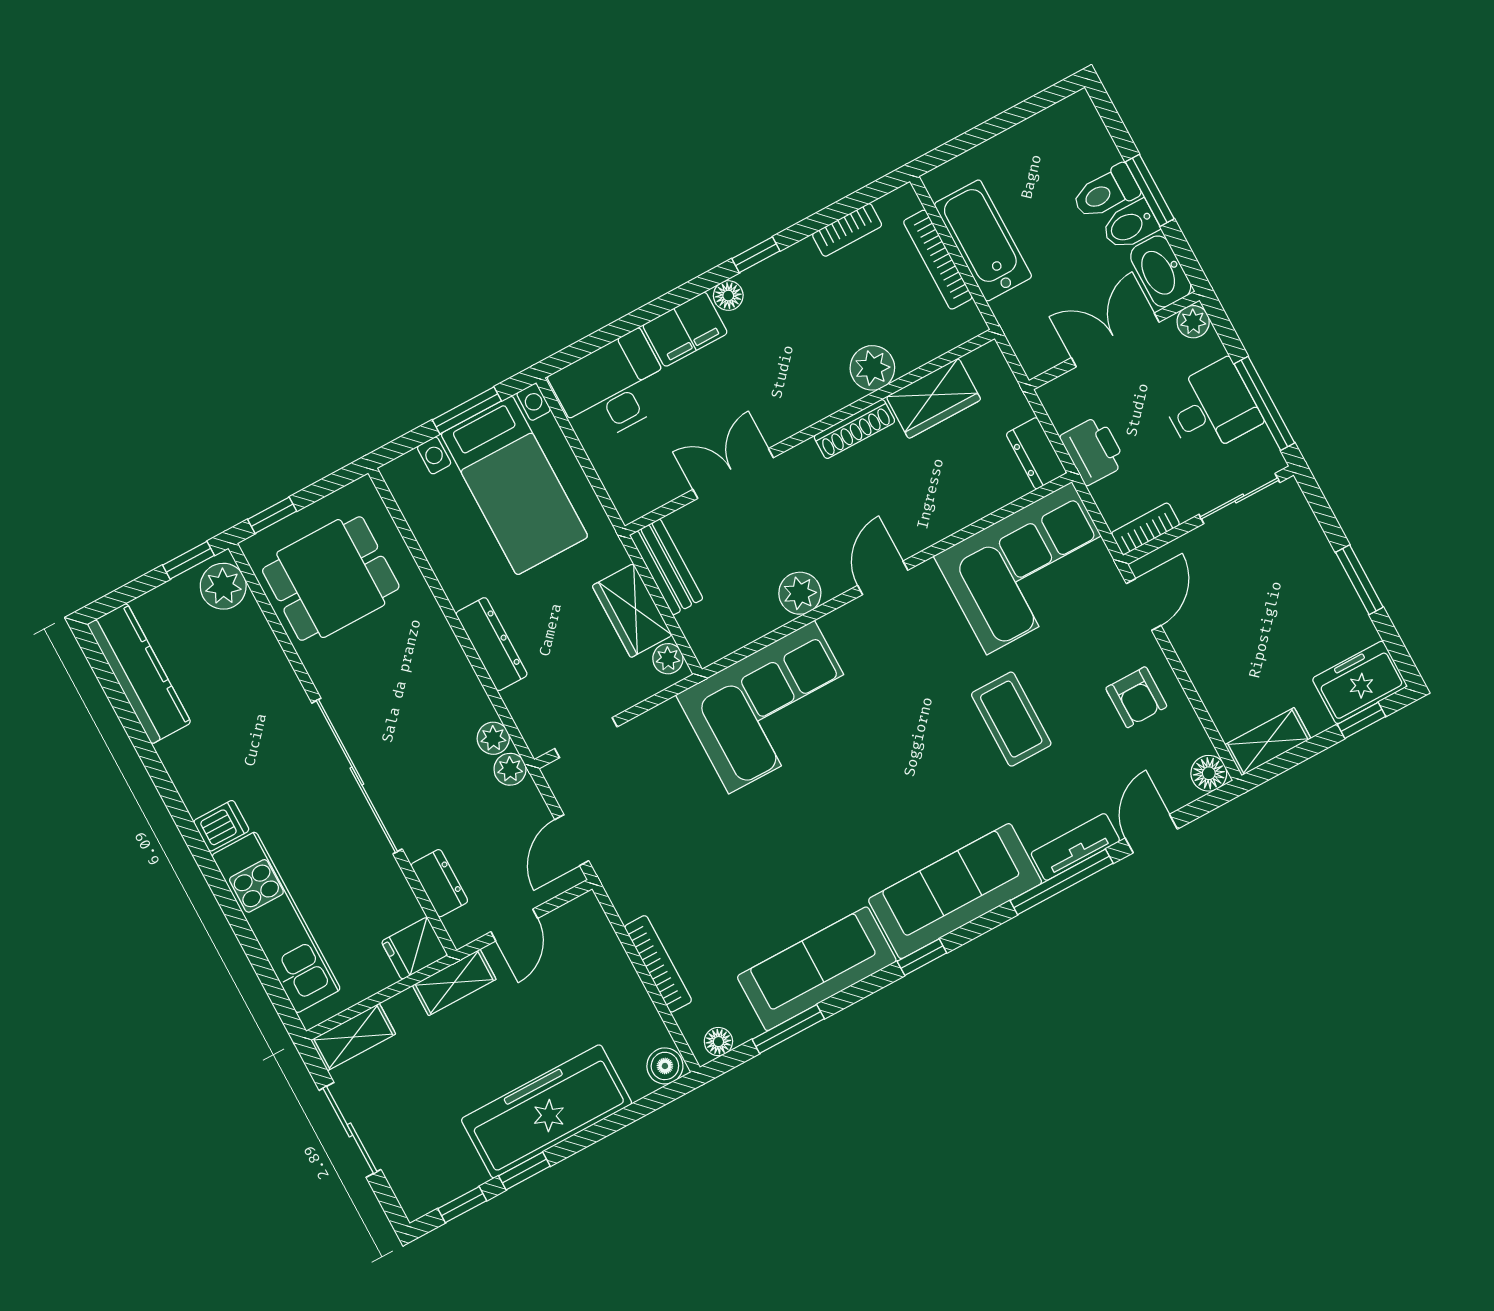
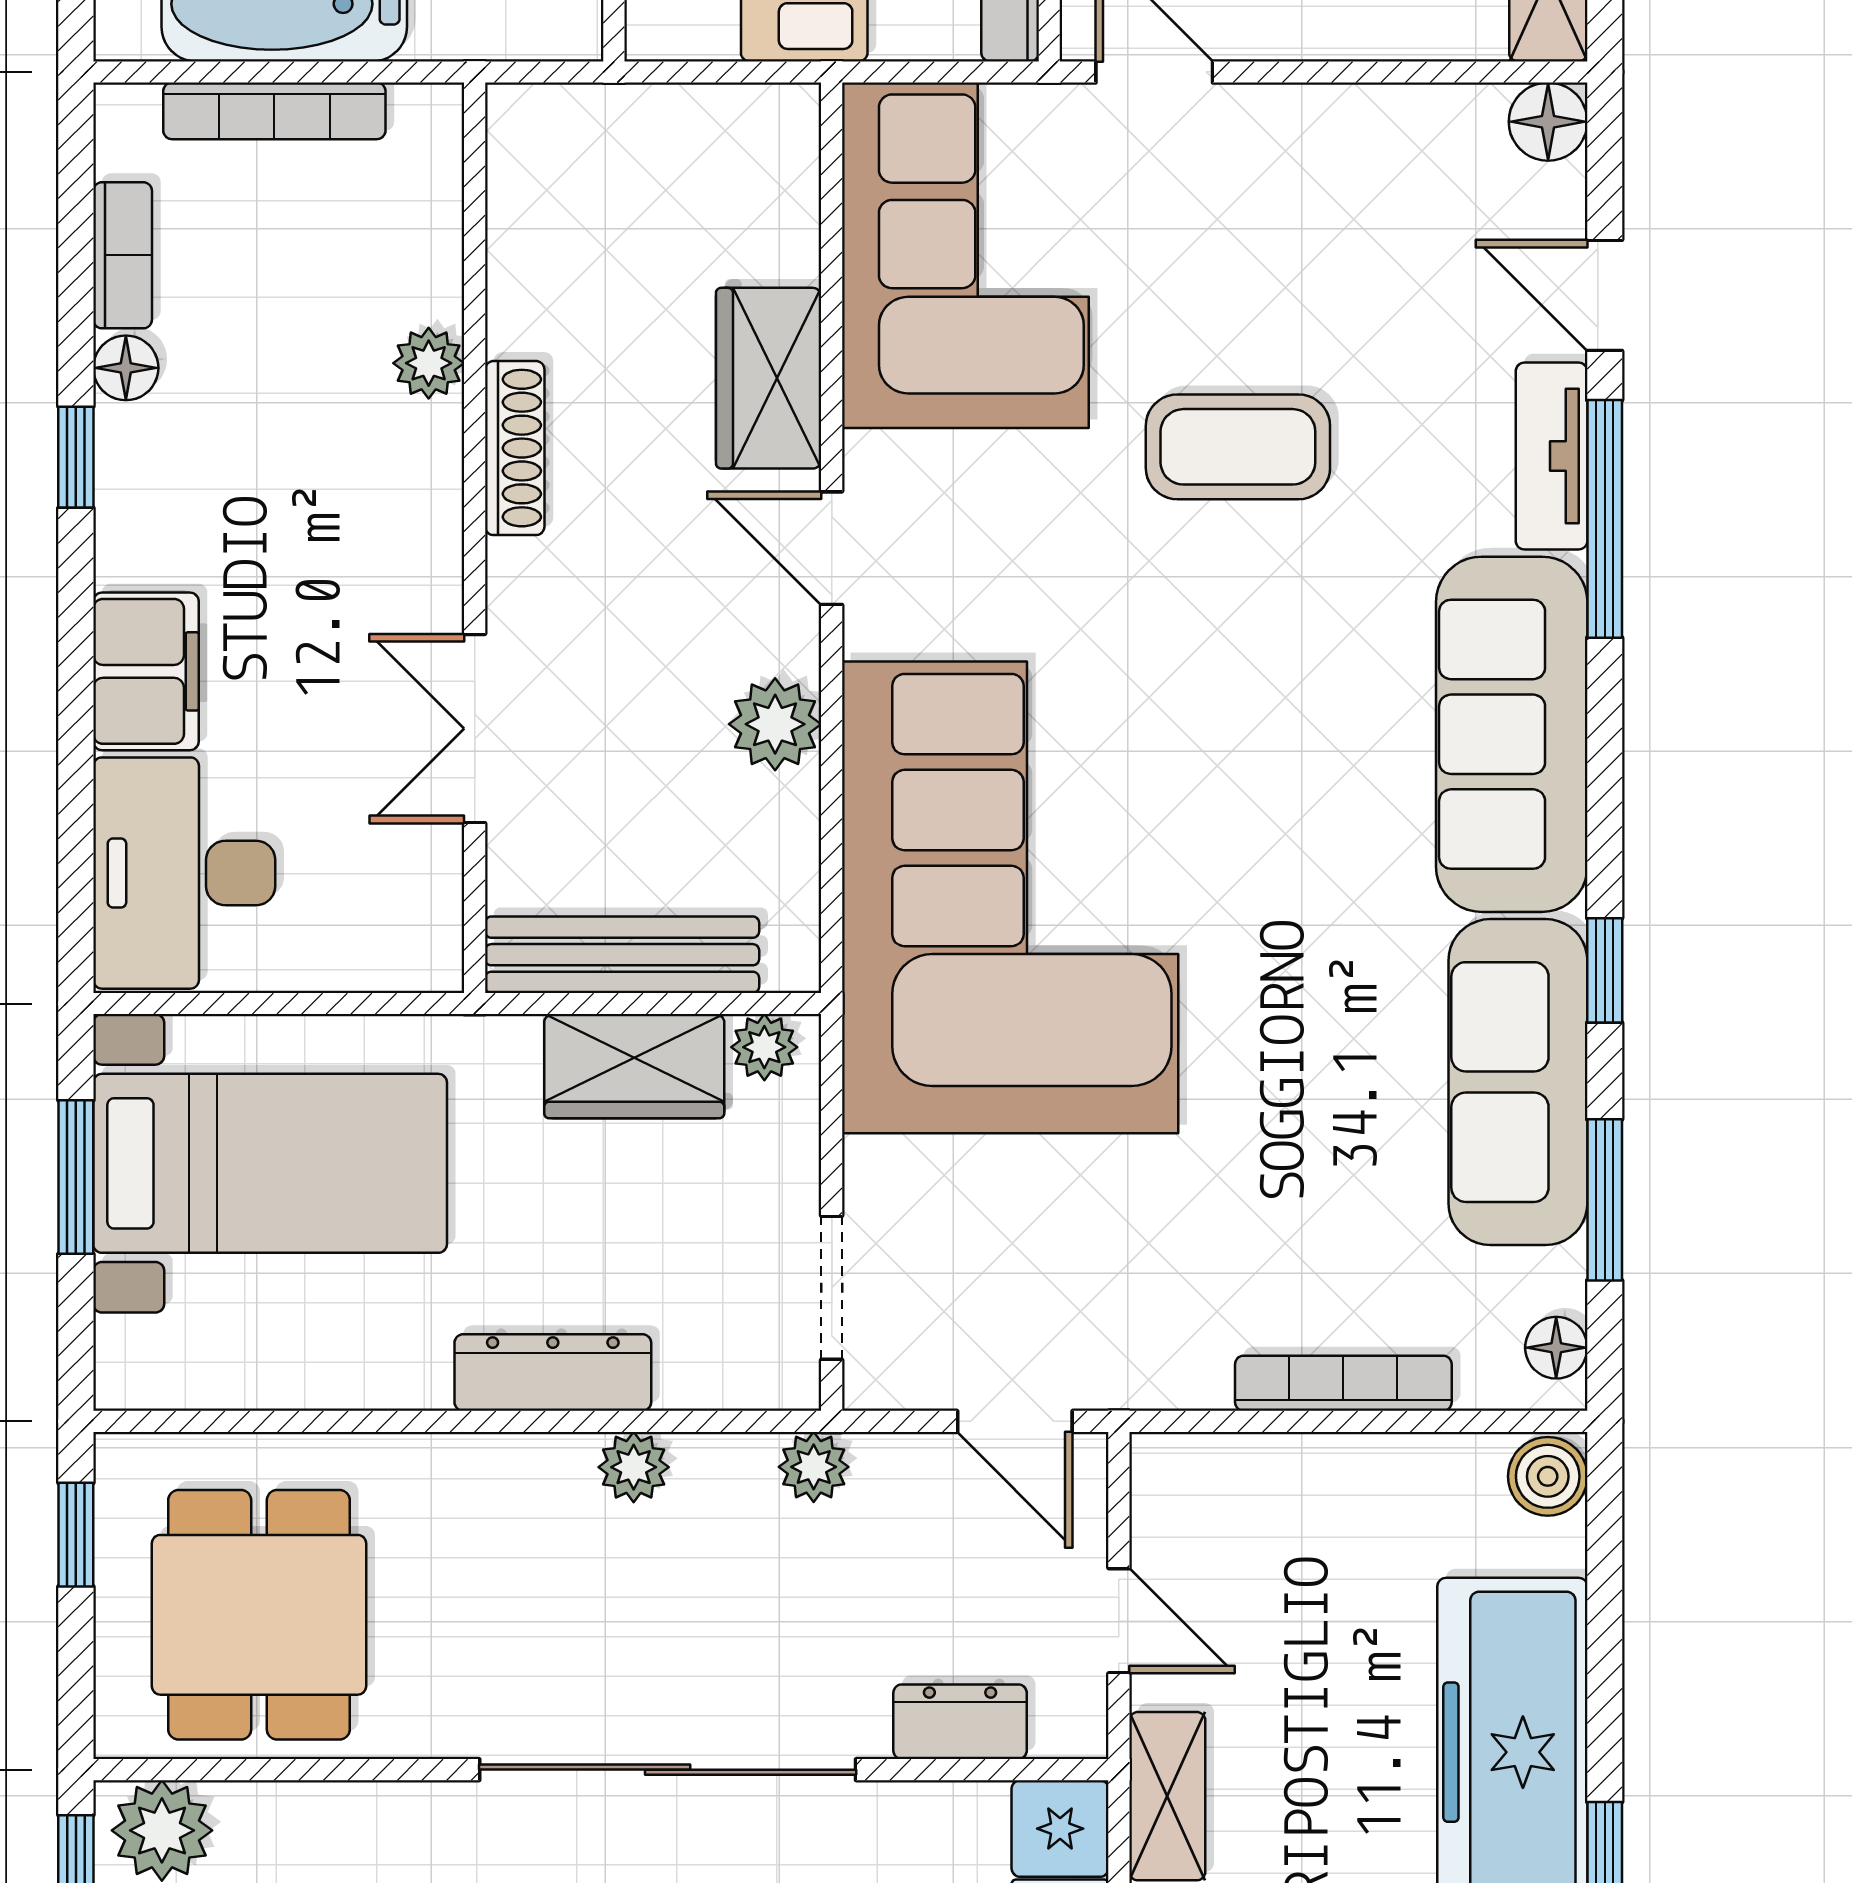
floor lamp: (728, 296) -> (126, 368), moved
plant: (872, 368) -> (429, 363), width x0.73, depth x0.73
wardrobe: (933, 398) -> (769, 378), moved, turned 180
dresser: (1036, 453) -> (751, 122), removed
window: (272, 515) -> (76, 1535), moved
bench: (666, 567) -> (622, 955), width x1.36
armchair: (1136, 697) -> (1326, 183), removed
corner sofa: (772, 707) -> (1010, 897), width x1.36, depth x1.36
plant: (493, 738) -> (634, 1467), moved
window: (922, 957) -> (1605, 970), moved

